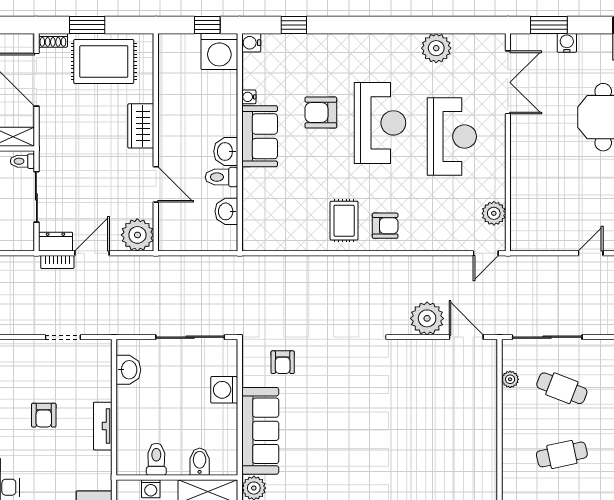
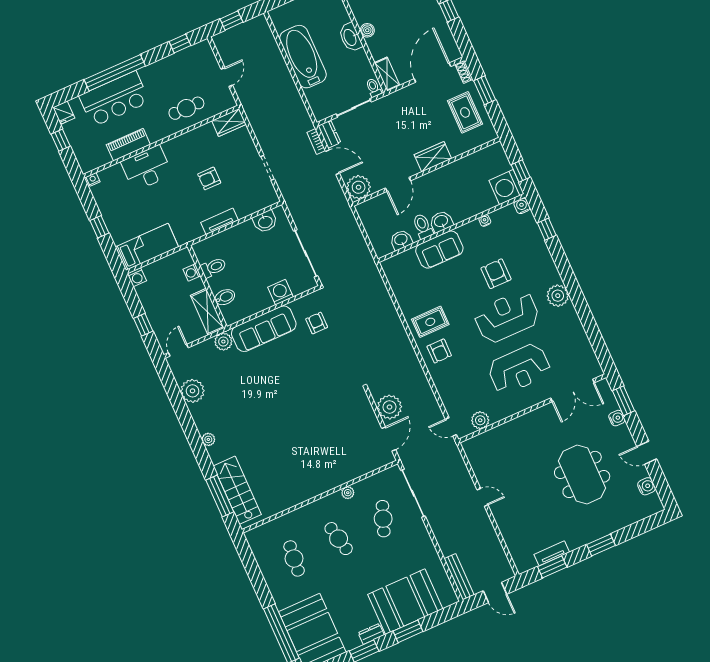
plant: (436, 48) -> (558, 296), moved
rug: (104, 62) -> (465, 112), width x0.73, depth x0.70
reception desk: (380, 123) -> (507, 317), turned 180
sofa: (260, 136) -> (439, 250), moved
armchair: (283, 362) -> (317, 323), turned 90
plant: (510, 379) -> (348, 493), moved

